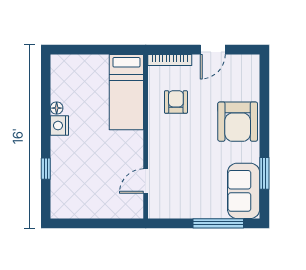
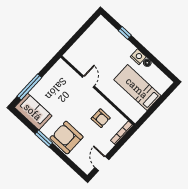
door: (213, 50) -> (102, 163), moved
bed: (126, 92) -> (137, 88), moved
window: (264, 173) -> (44, 139), moved
door: (146, 181) -> (88, 82), moved

